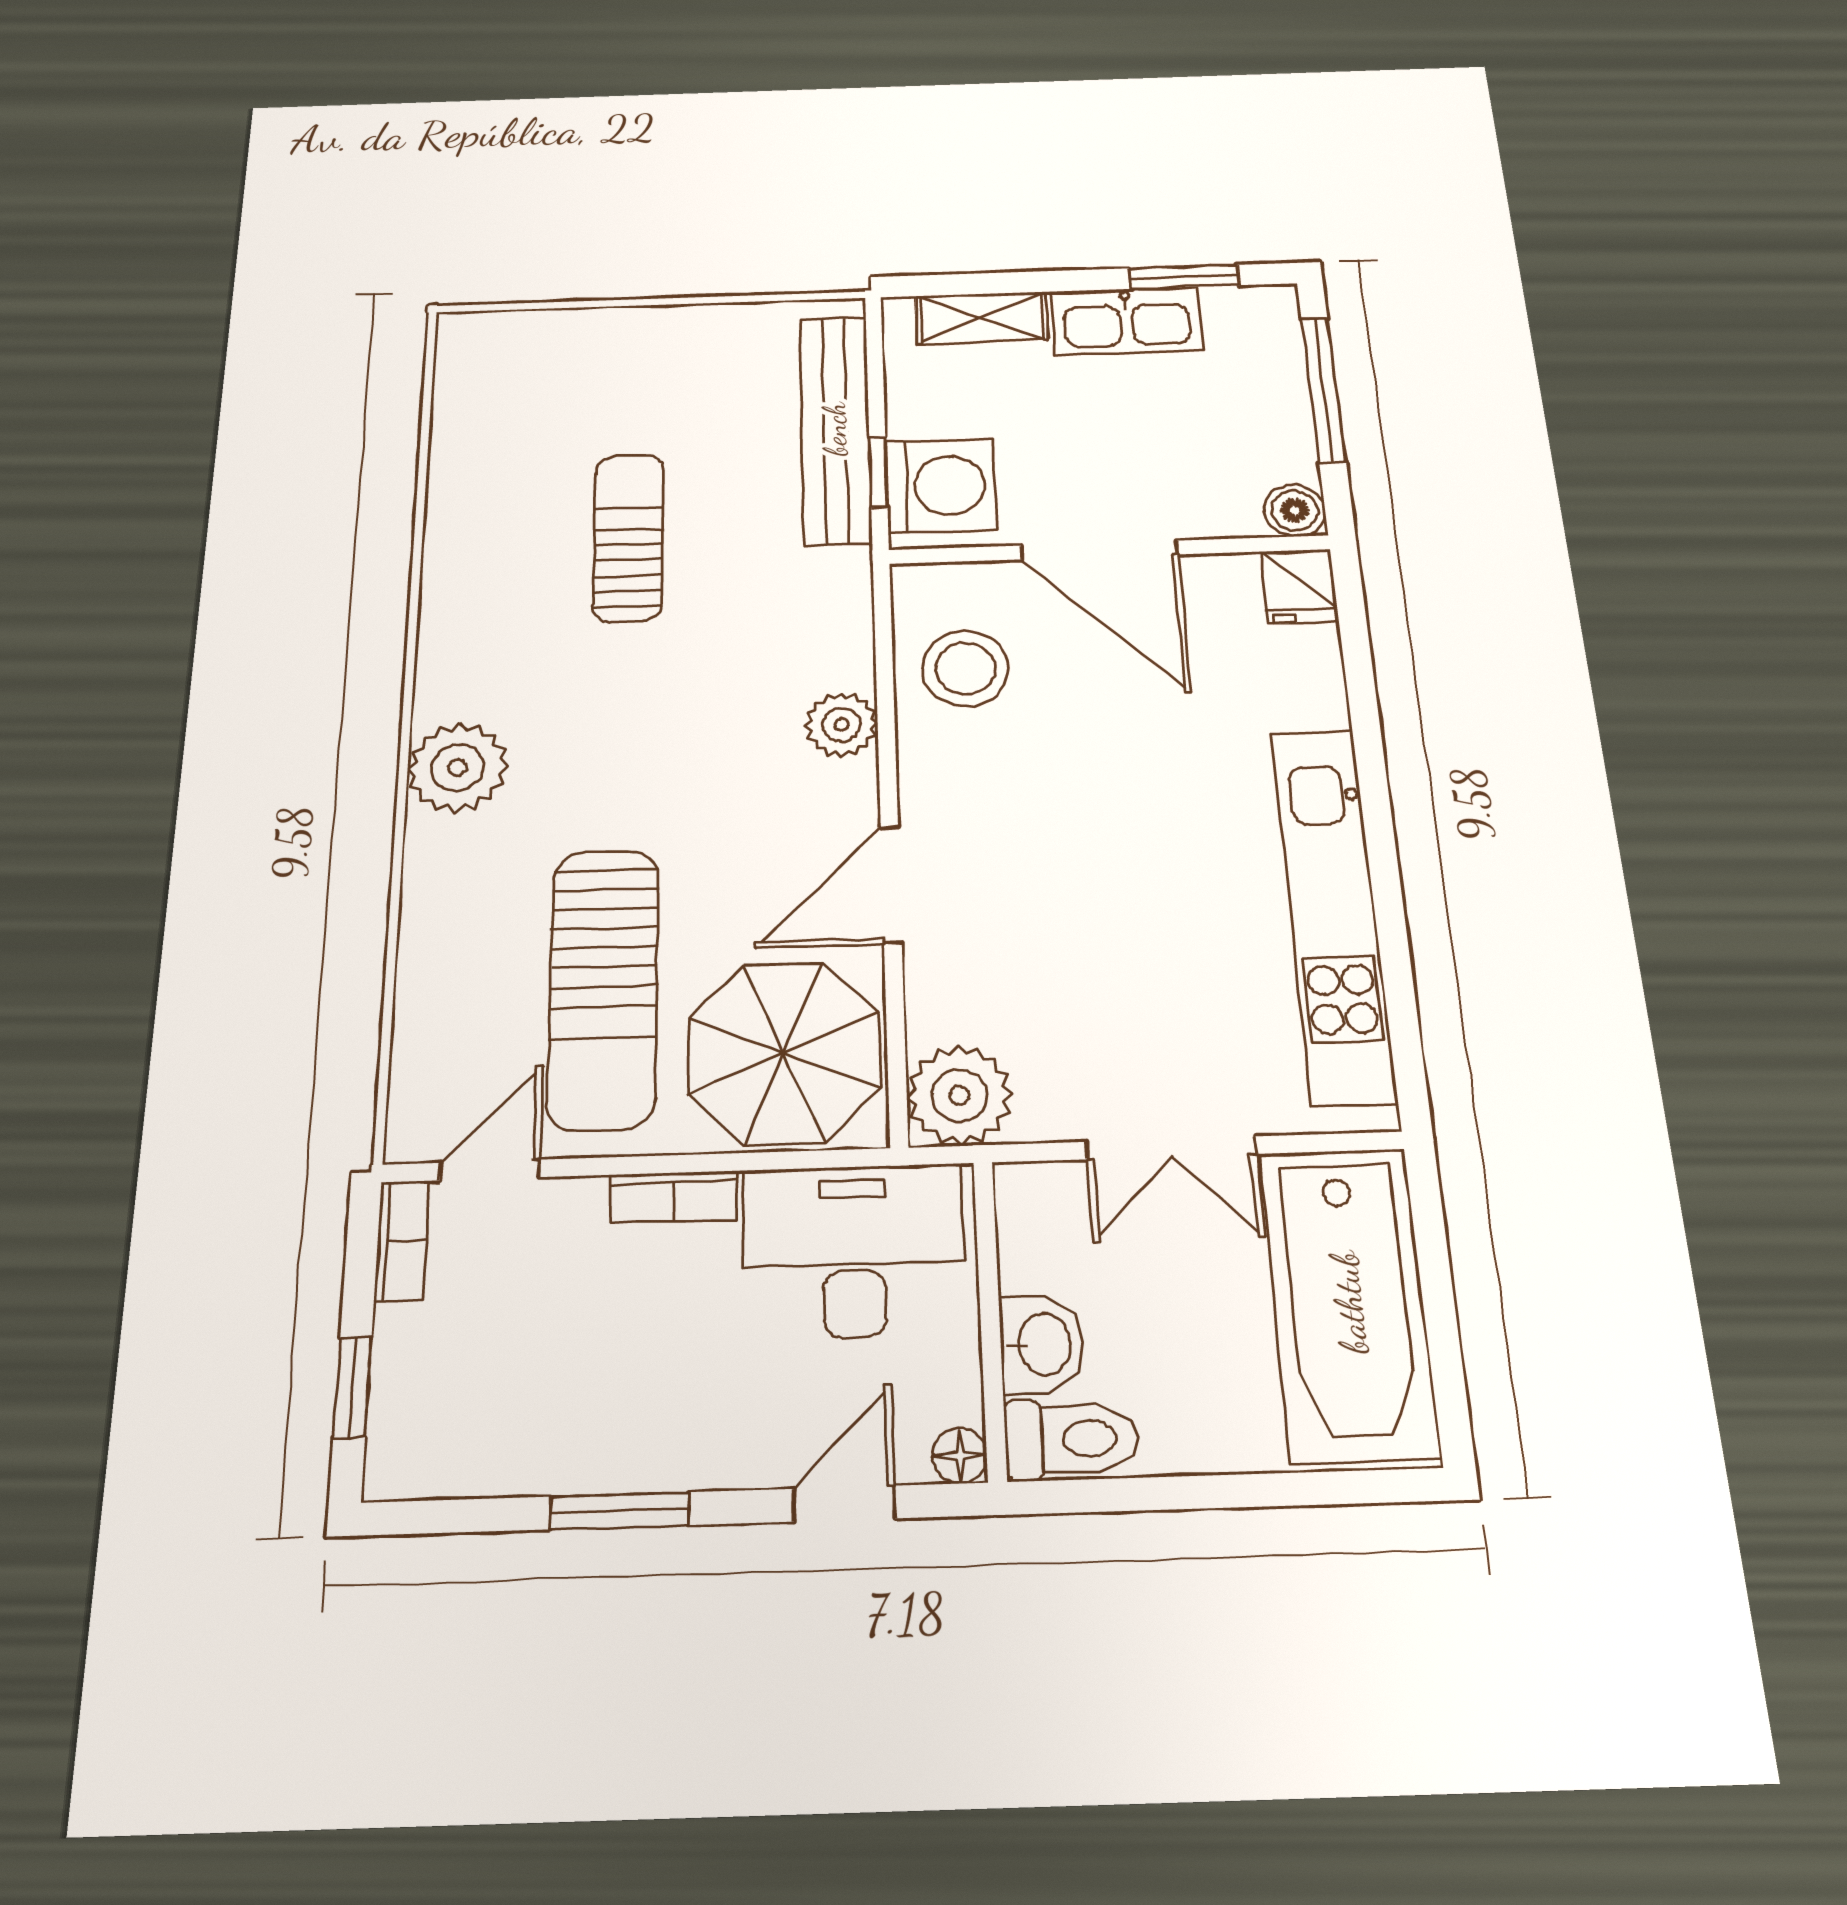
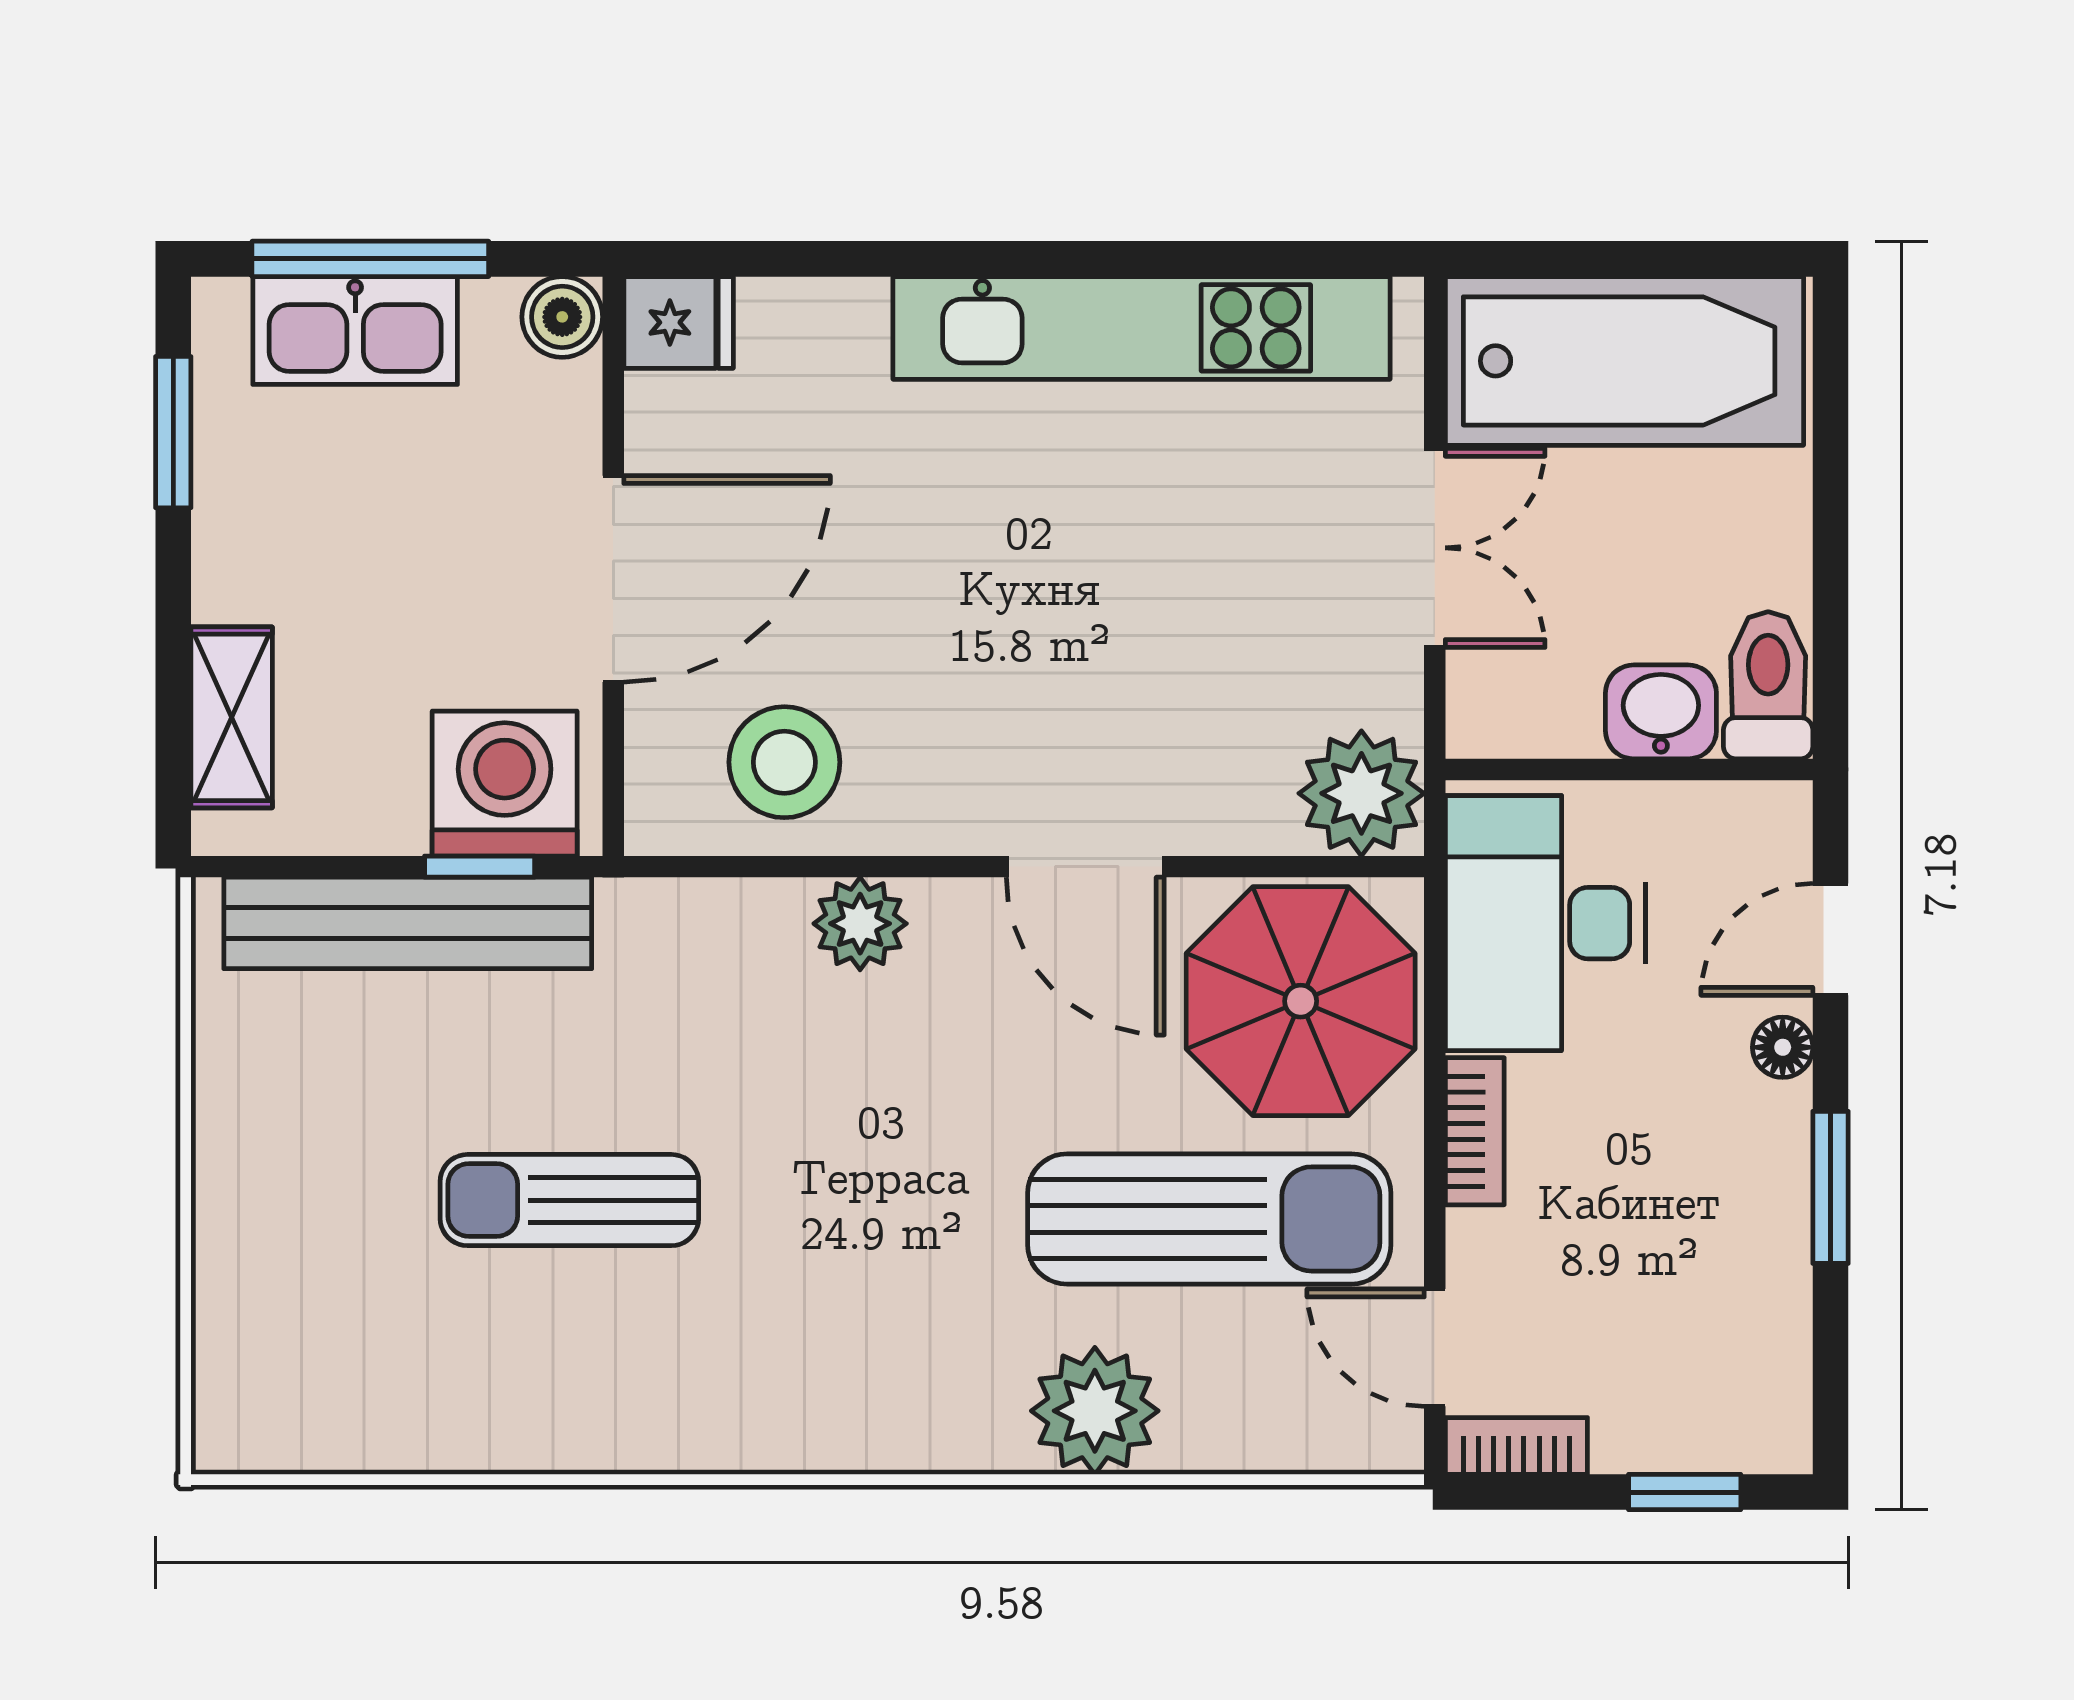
kitchen sink: (1127, 321) -> (355, 330), moved, turned 90
plant: (458, 768) -> (1095, 1411), moved
floor lamp: (960, 1456) -> (1783, 1047), moved
door: (844, 1504) -> (1831, 939), hinge flipped

